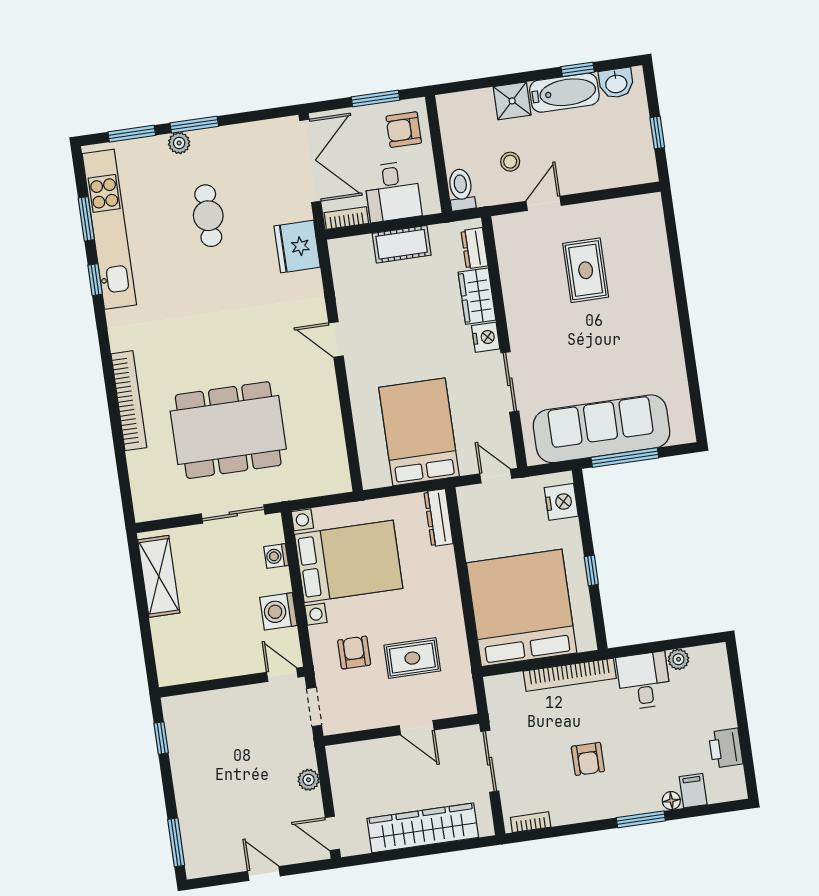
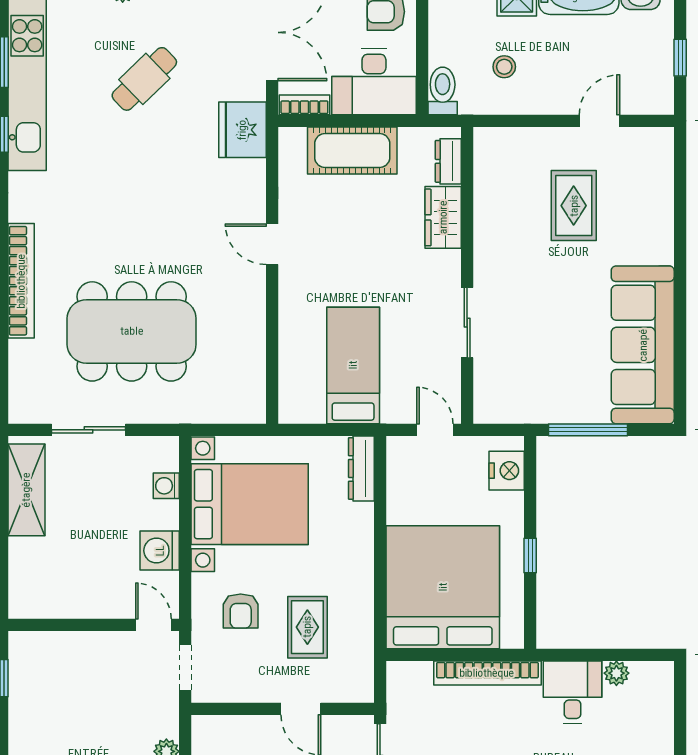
desk: (393, 192) -> (374, 82), width x1.37
door: (544, 203) -> (599, 121), moved
cafe table: (208, 216) -> (144, 79), turned 46
cot: (402, 244) -> (352, 151), width x1.37, depth x1.34
nightstand: (486, 337) -> (446, 267), removed
sofa: (601, 429) -> (643, 345), moved, turned -90
bed: (419, 432) -> (353, 365), width x0.67
sliding door: (233, 514) -> (89, 430), moved
armchair: (354, 652) -> (241, 611), turned 180
rug: (412, 658) -> (307, 627), turned 90

